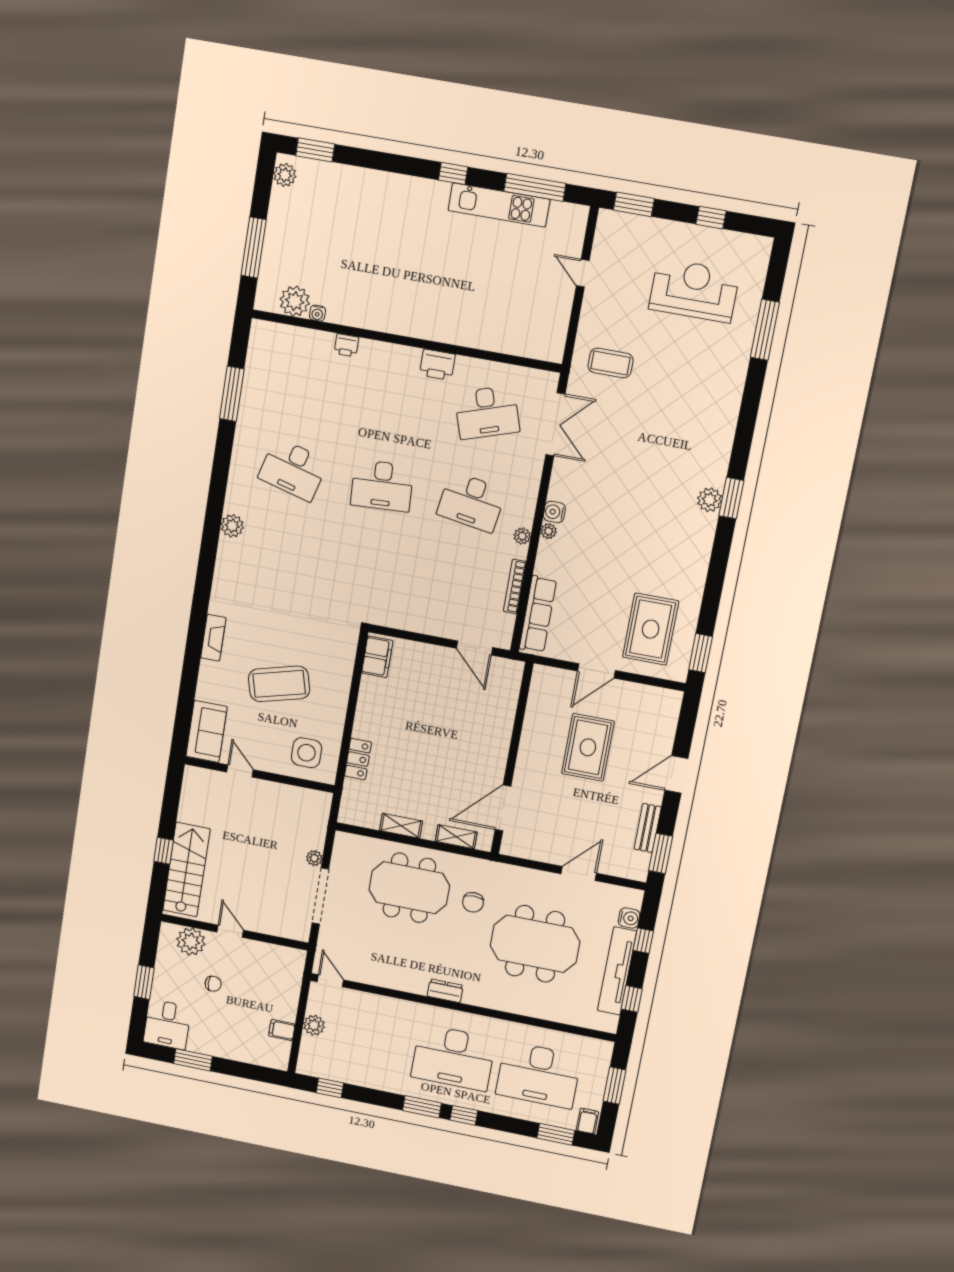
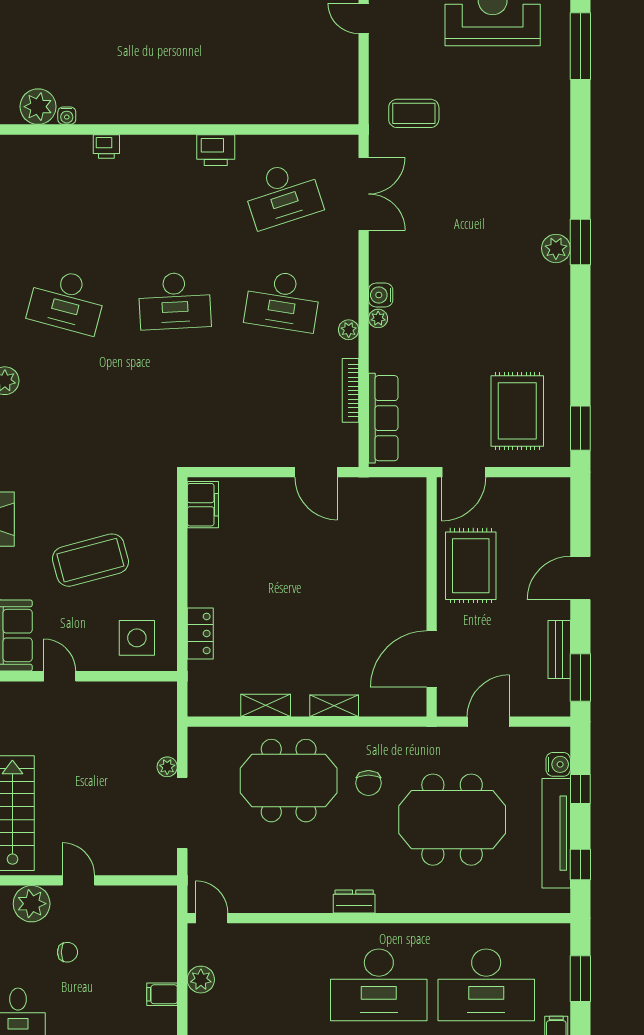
wall: (512, 759) -> (432, 597), moved
door: (503, 808) -> (432, 659), moved

